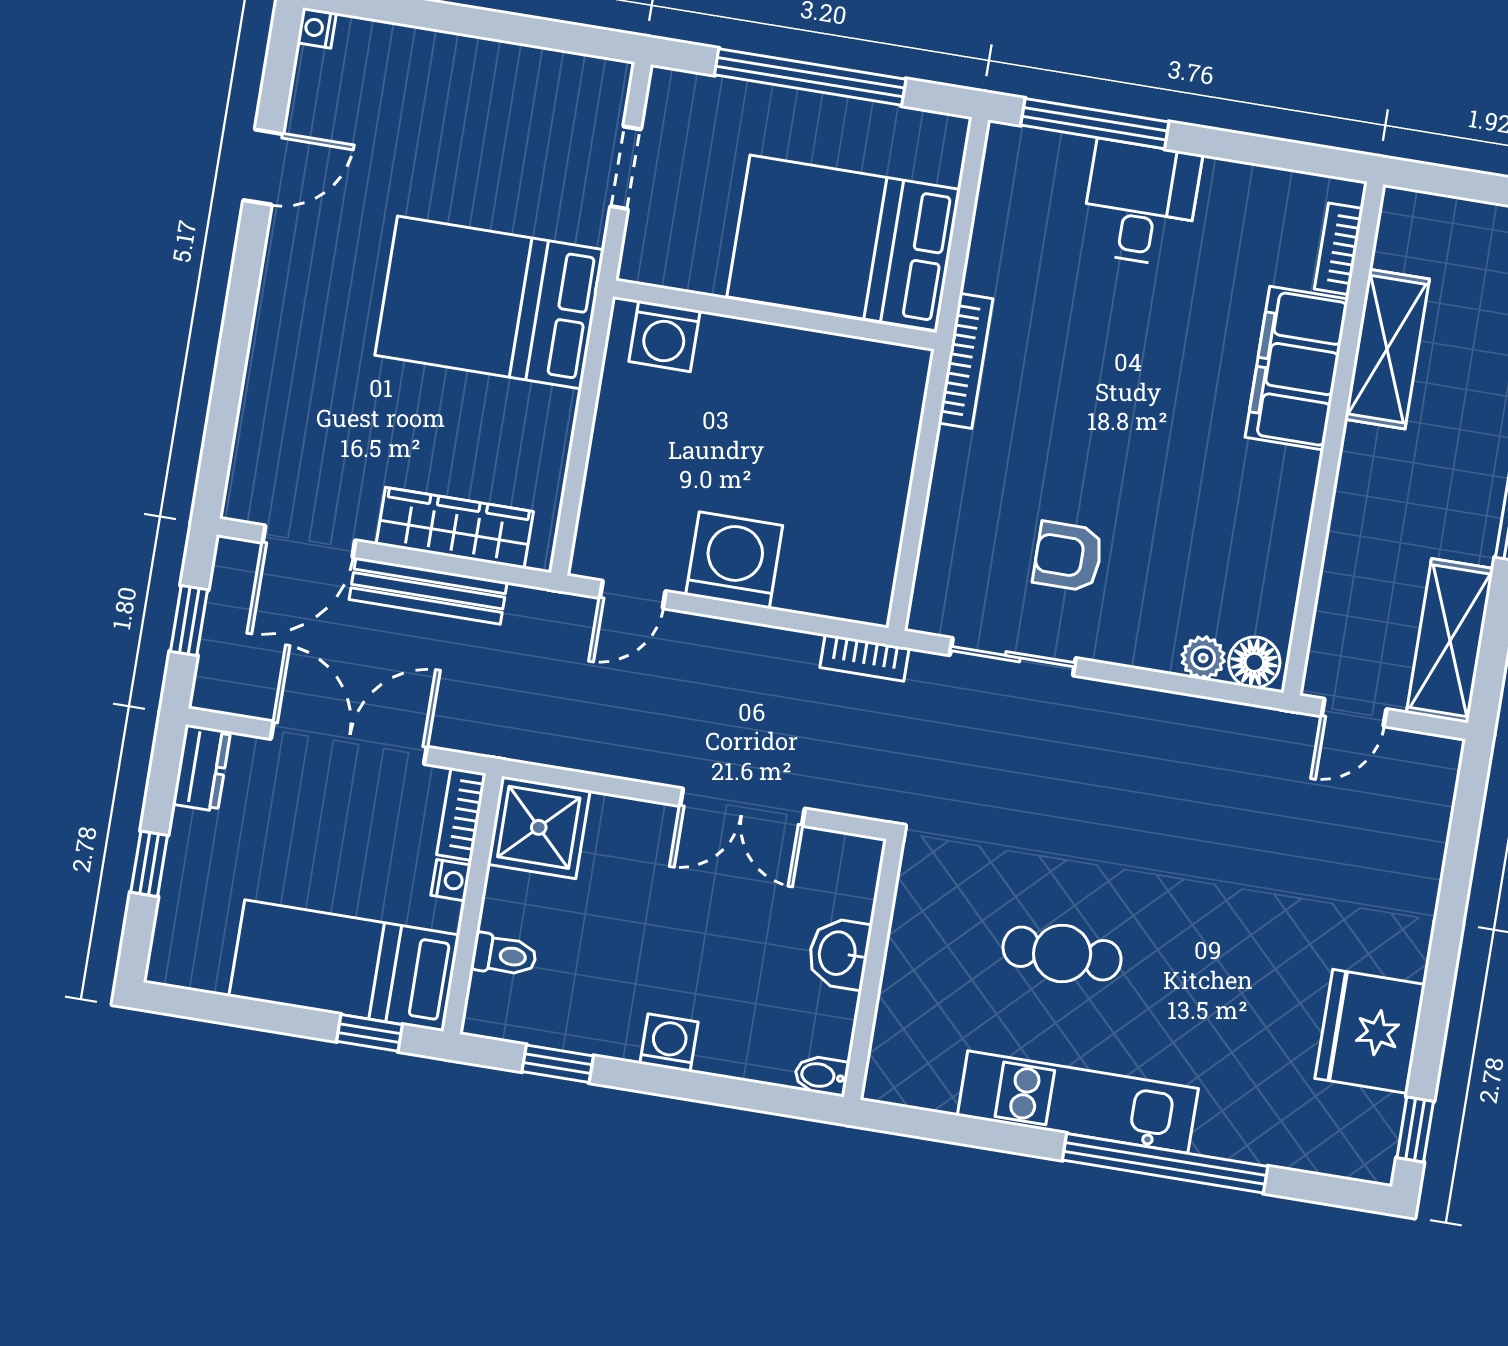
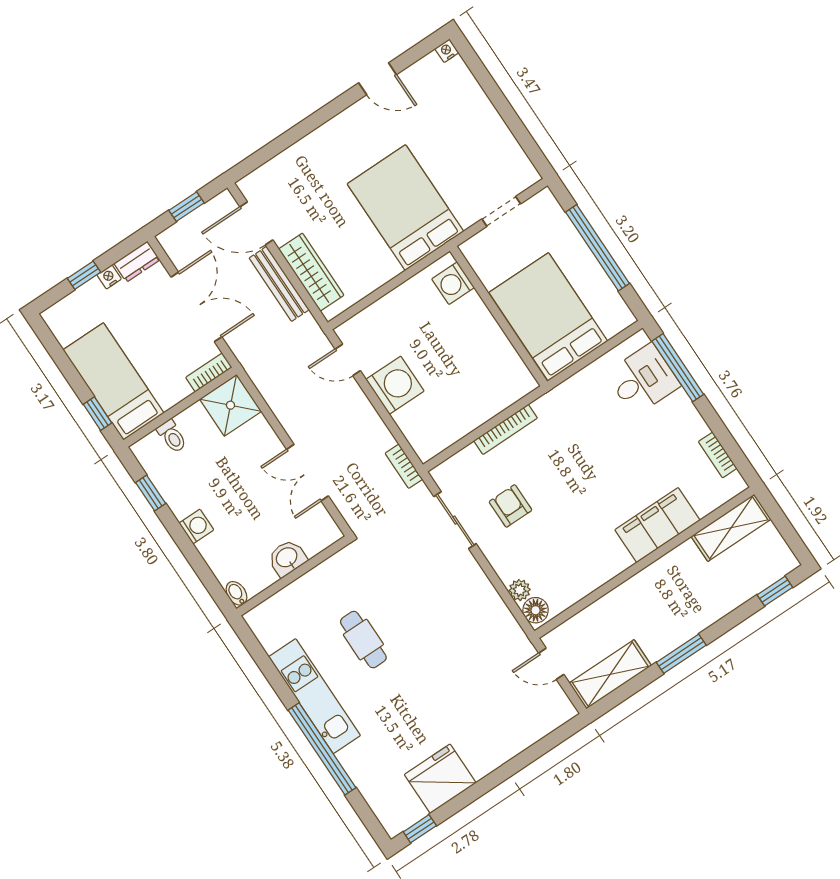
desk: (1141, 203) -> (643, 380), moved
bookcase: (1339, 249) -> (718, 455), moved, turned -90
shelving: (1387, 349) -> (731, 528), moved
bookcase: (966, 361) -> (506, 429), moved
nightstand: (451, 880) -> (109, 277), moved, turned 180

